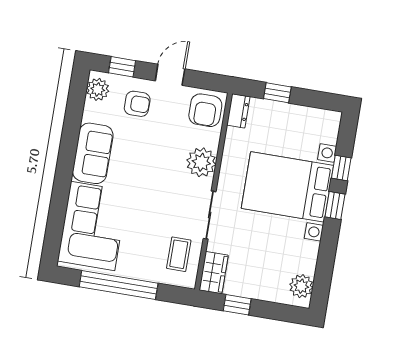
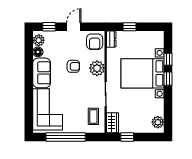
armchair: (137, 104) -> (73, 66), moved
floor lamp: (92, 112) -> (38, 52), added

